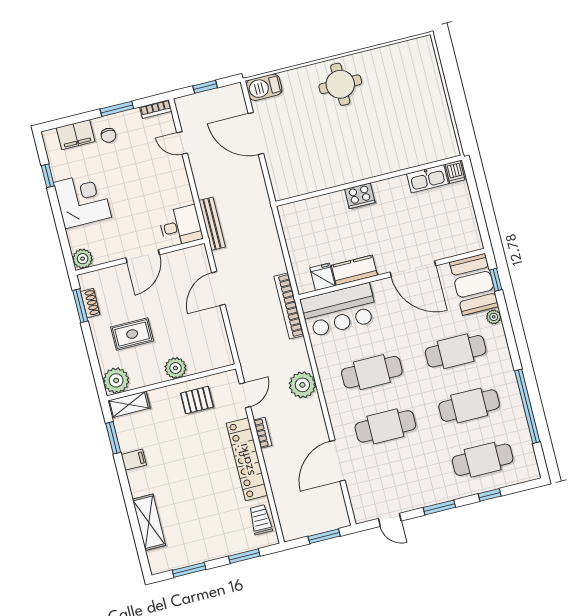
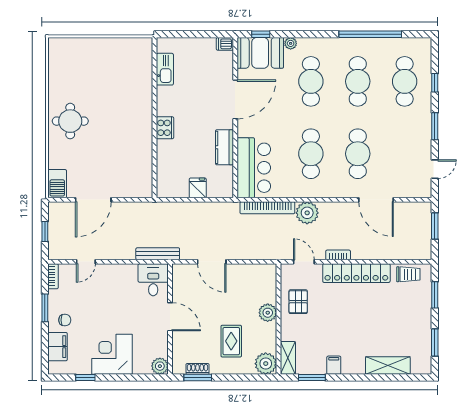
dishwasher: (455, 172) -> (225, 44), moved, turned 180
fridge: (322, 277) -> (198, 188), moved, turned 90
bookcase: (289, 306) -> (267, 208), moved
trolley: (261, 520) -> (408, 274), turned 180

